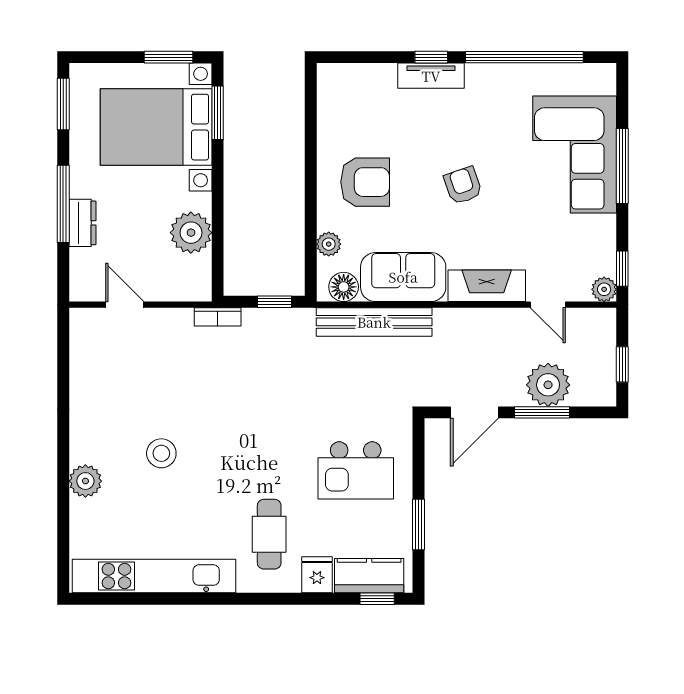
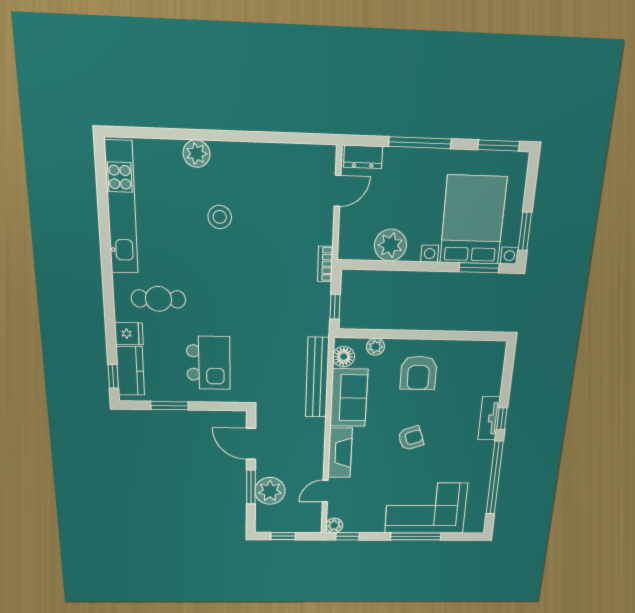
dresser: (82, 223) -> (363, 157), moved
kitchen island: (356, 470) -> (208, 363), turned 180

